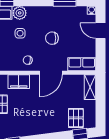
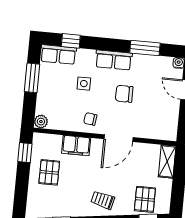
plant: (20, 13) -> (86, 57), removed
row of seats: (82, 64) -> (114, 60), moved, turned 180
trolley: (43, 122) -> (103, 200), added

